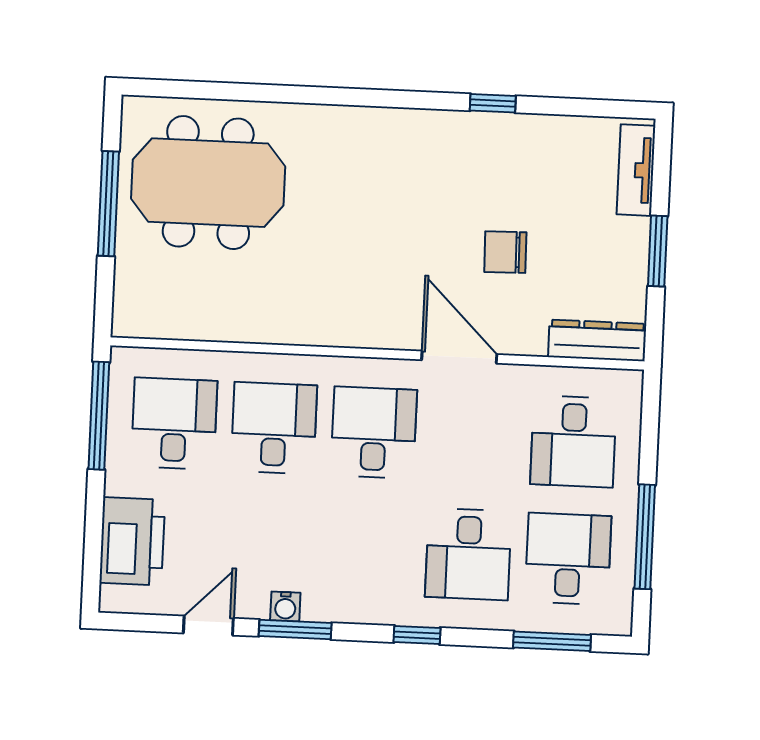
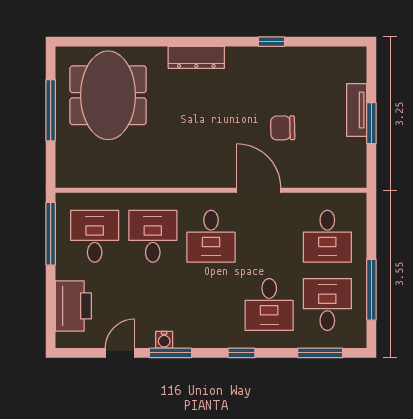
tv unit: (636, 170) -> (357, 110), moved
meeting table: (208, 183) -> (108, 95), turned 90
dresser: (597, 340) -> (196, 57), moved, turned 180
desk: (374, 432) -> (211, 236), turned 180

